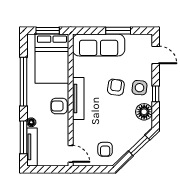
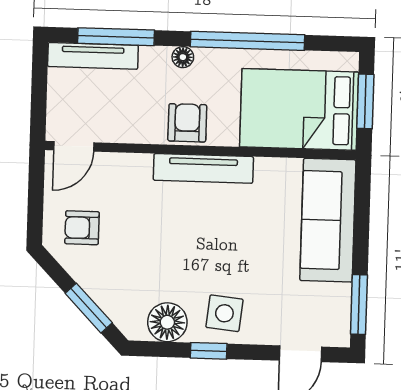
window: (118, 31) -> (359, 305), moved
armchair: (116, 87) -> (227, 258), removed
floor lamp: (31, 122) -> (183, 57), moved

